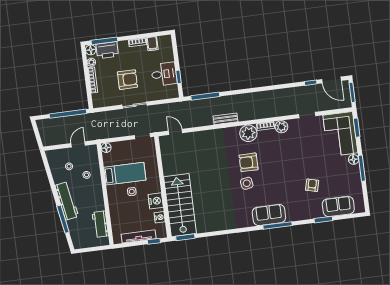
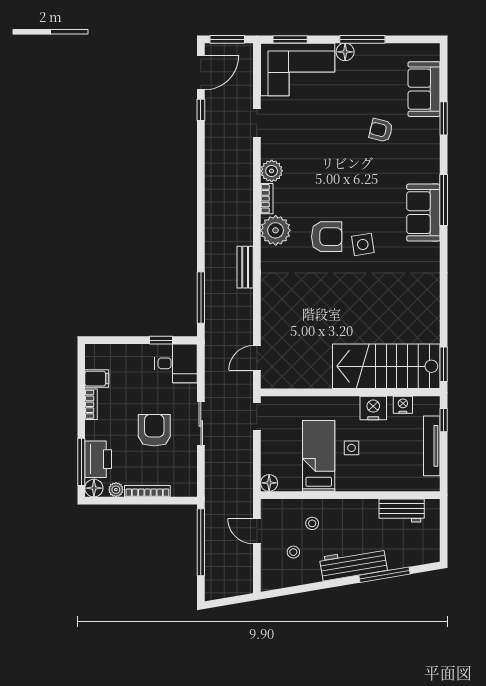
desk: (164, 74) -> (176, 363), moved, turned 90
armchair: (249, 162) -> (327, 237), turned -90

